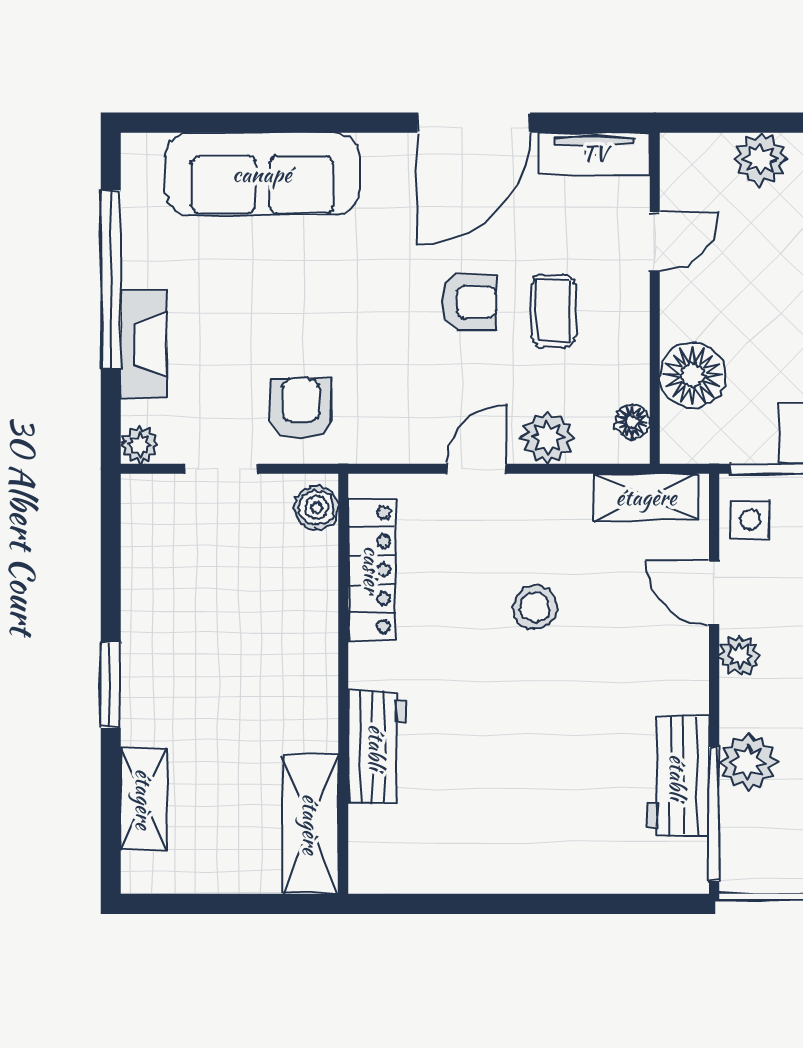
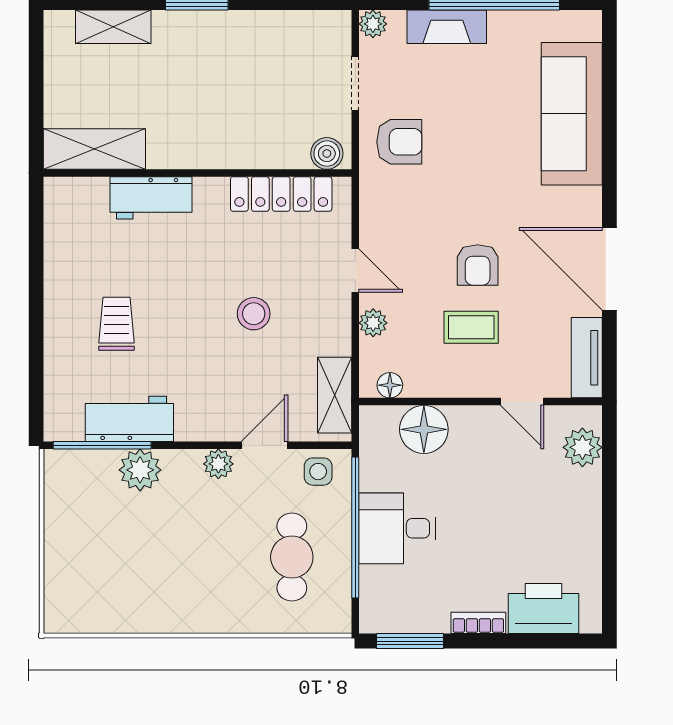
plant: (760, 159) -> (582, 447), moved
plant: (547, 437) -> (373, 323), width x0.73, depth x0.73
trolley: (549, 794) -> (117, 324), added

